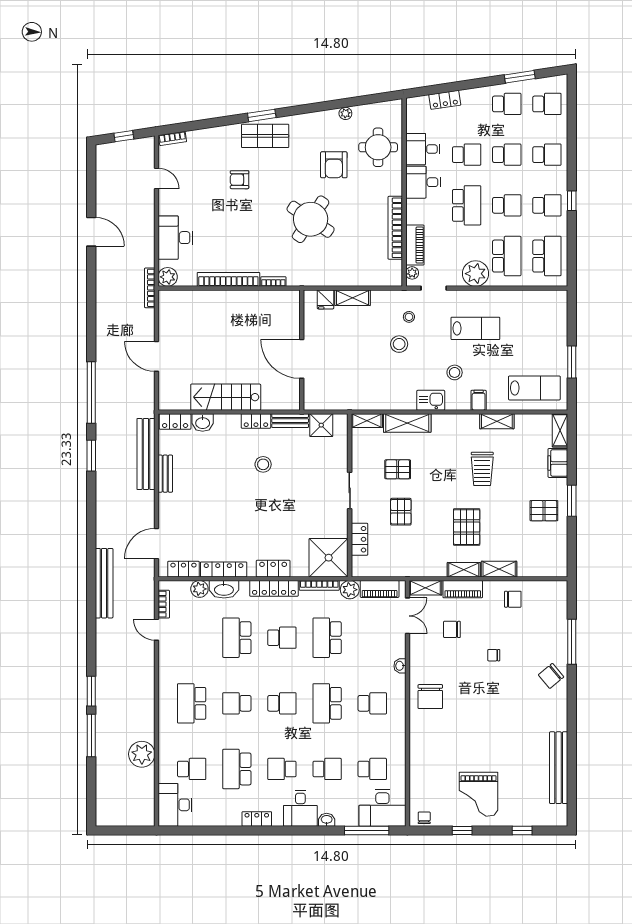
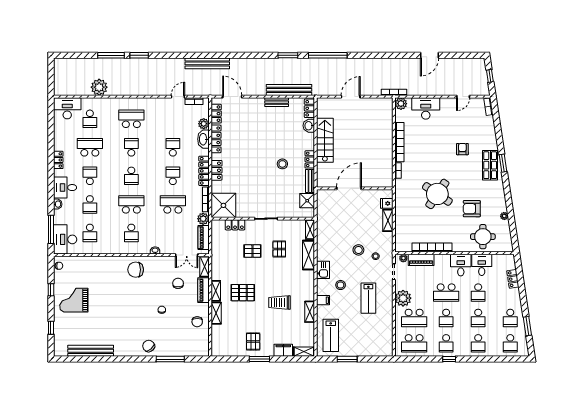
school desk: (237, 638) -> (173, 147), width x0.54
school desk: (282, 638) -> (173, 176), turned 180

